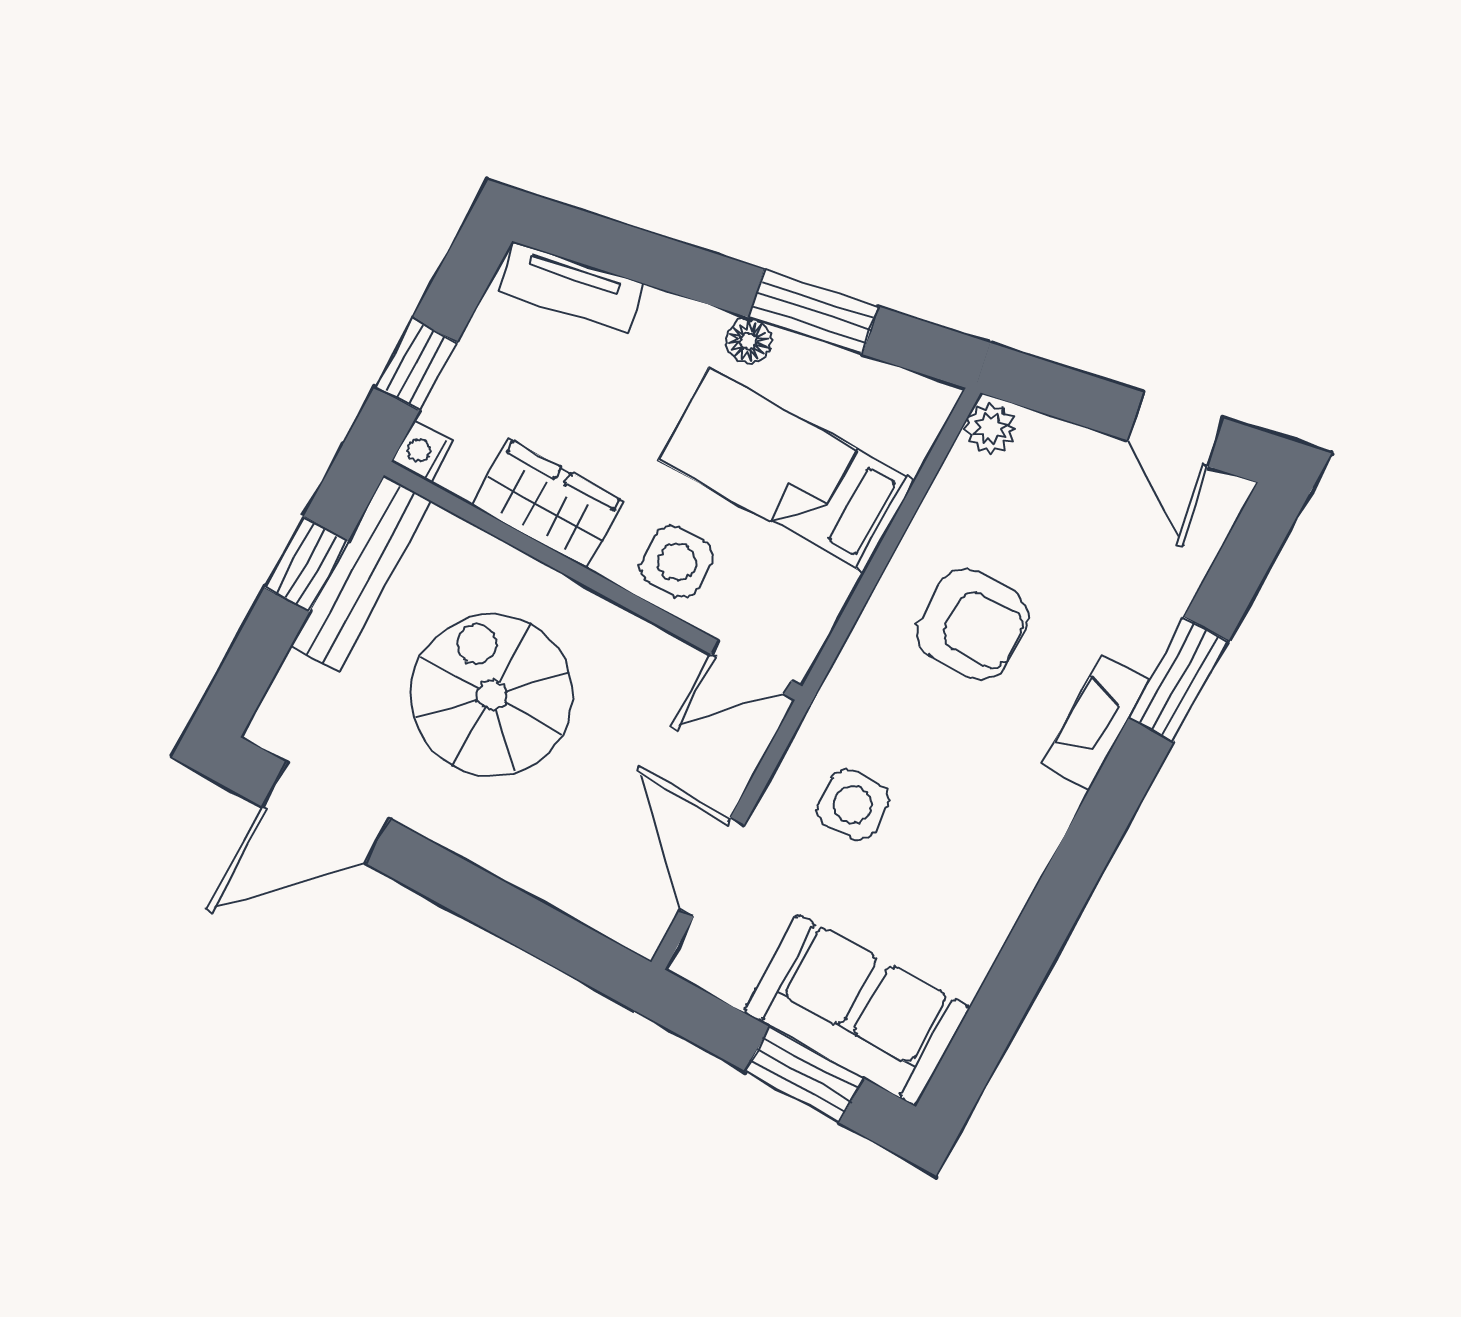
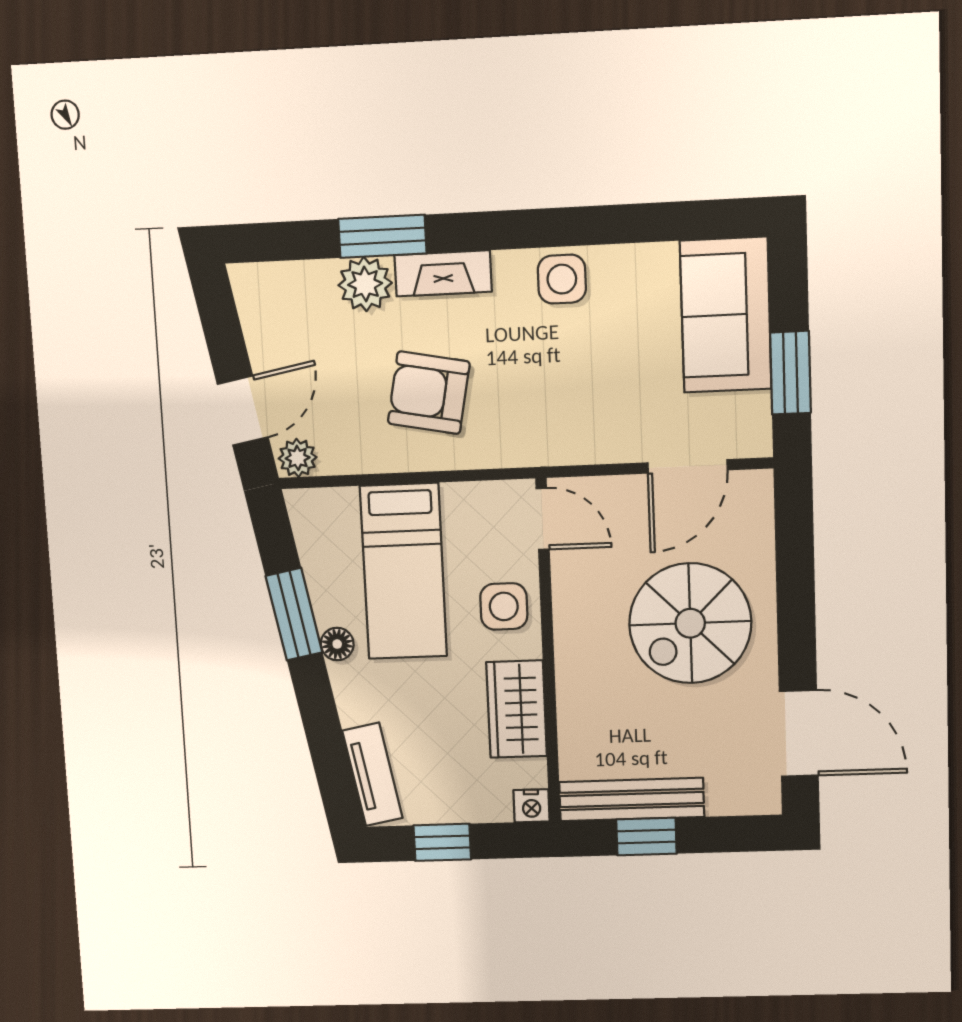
window: (416, 364) -> (442, 842), moved
door: (1175, 429) -> (243, 411), moved
armchair: (973, 625) -> (429, 393), turned -79
plant: (1138, 627) -> (365, 284), added
spiral stairs: (492, 695) -> (690, 623), moved
side table: (853, 805) -> (562, 279), moved
window: (804, 1075) -> (790, 373), moved

